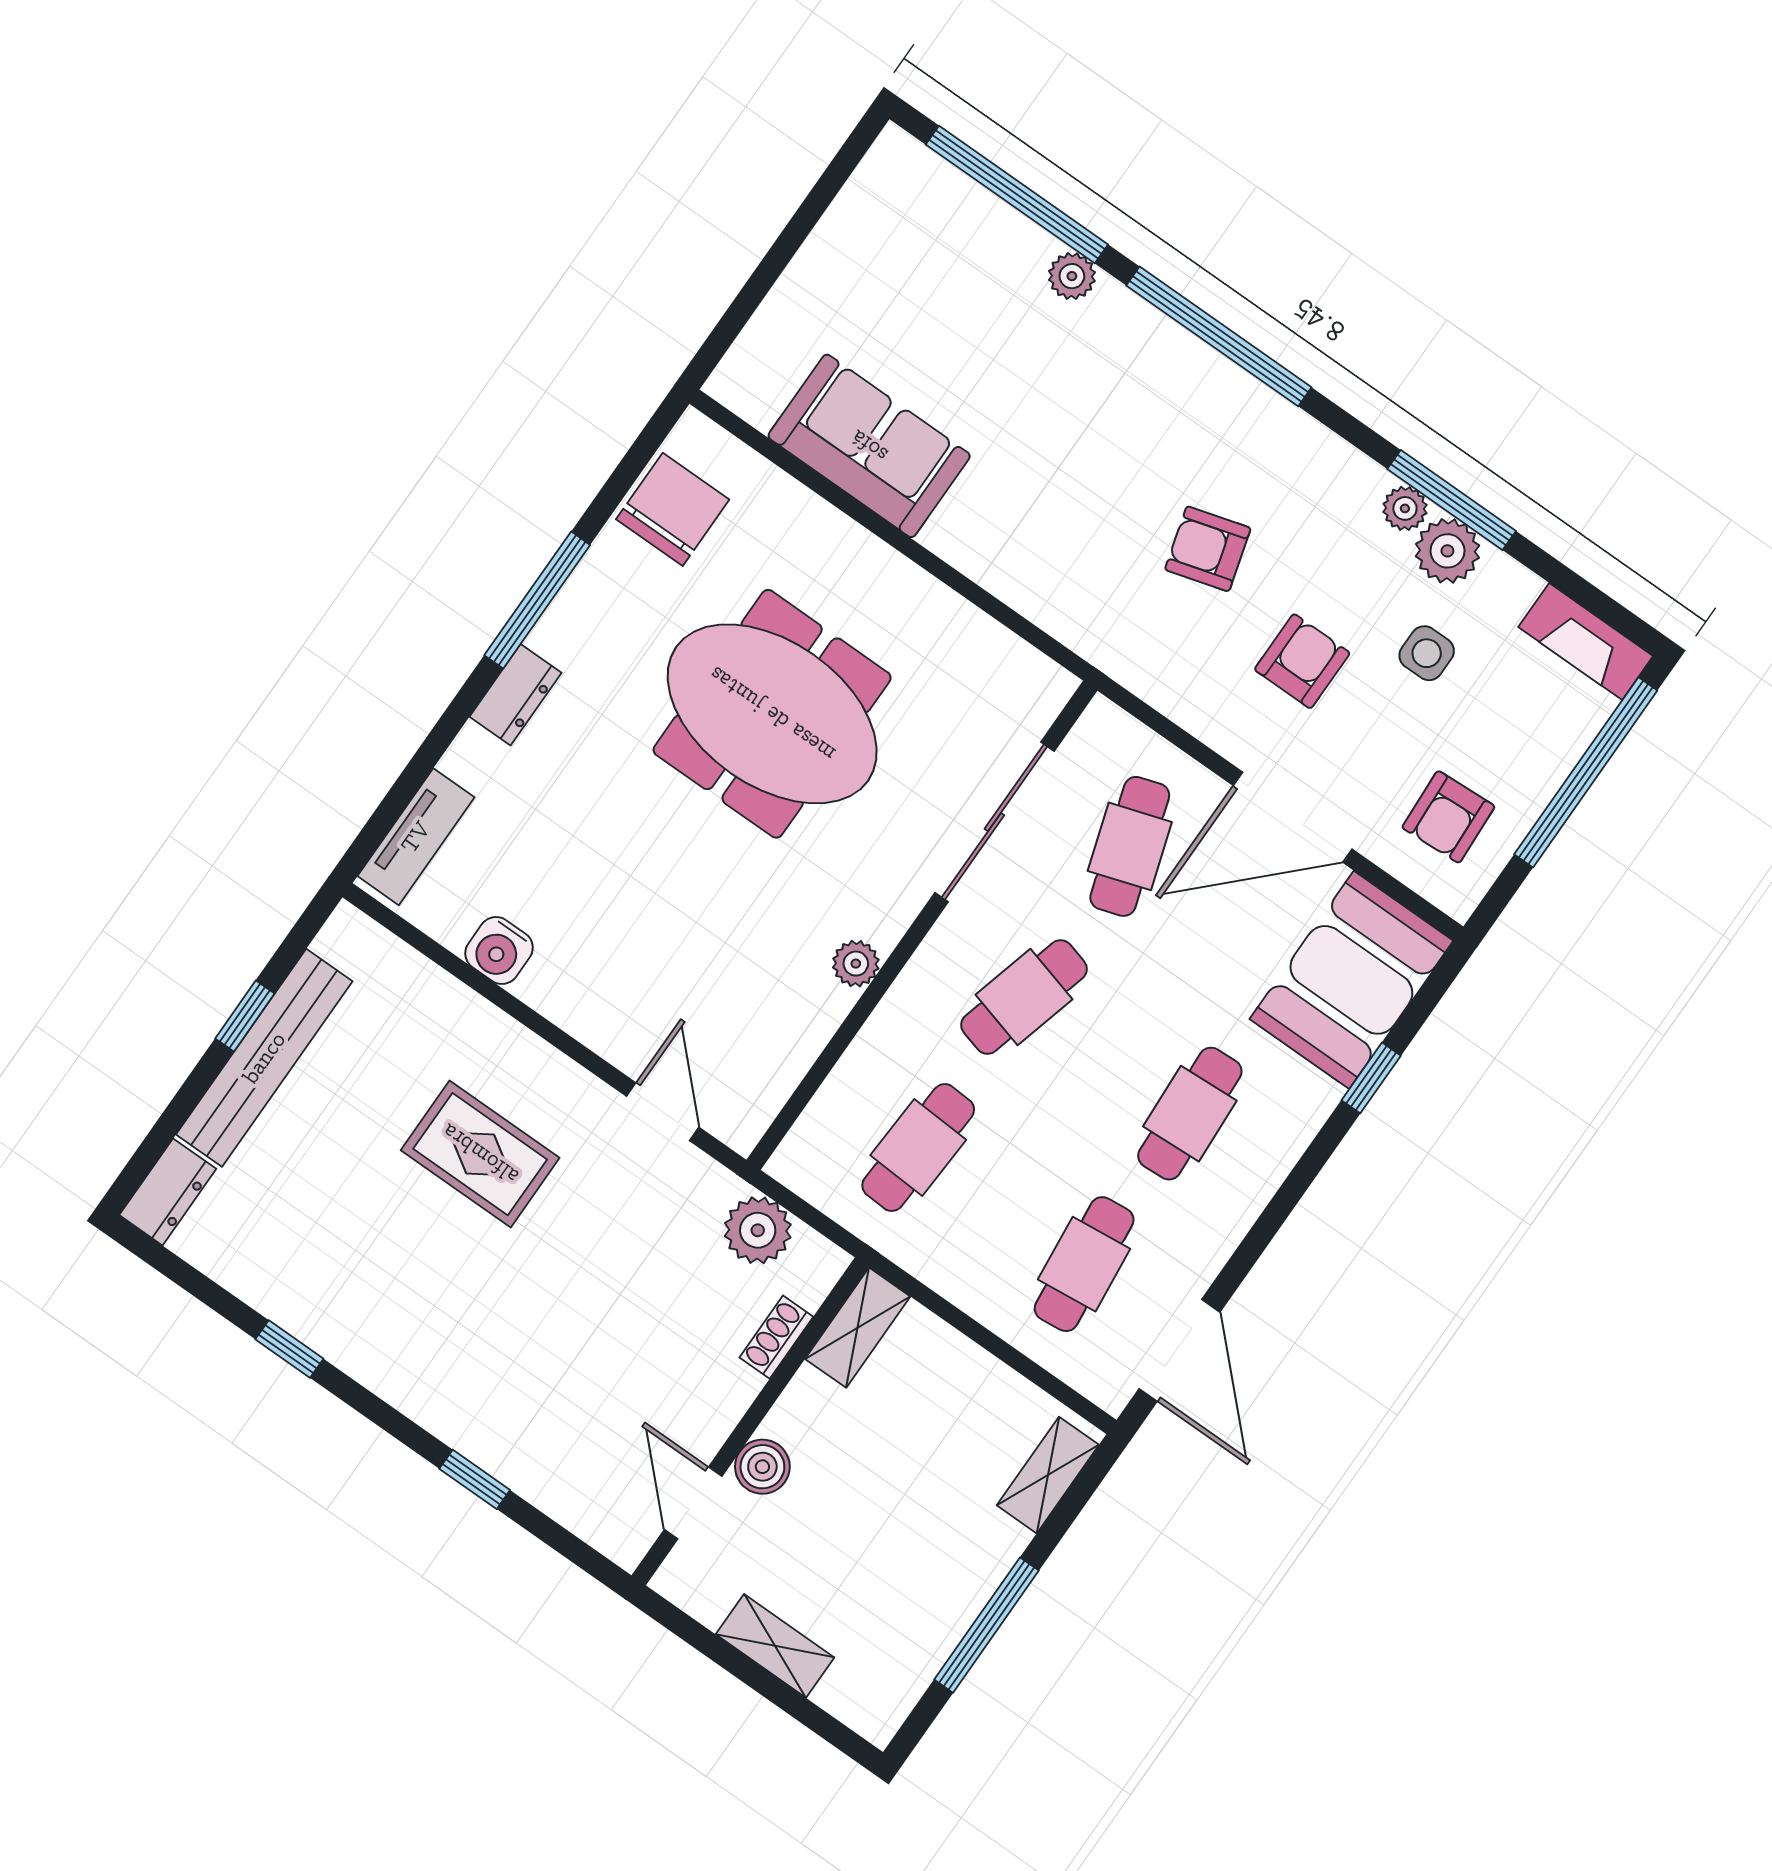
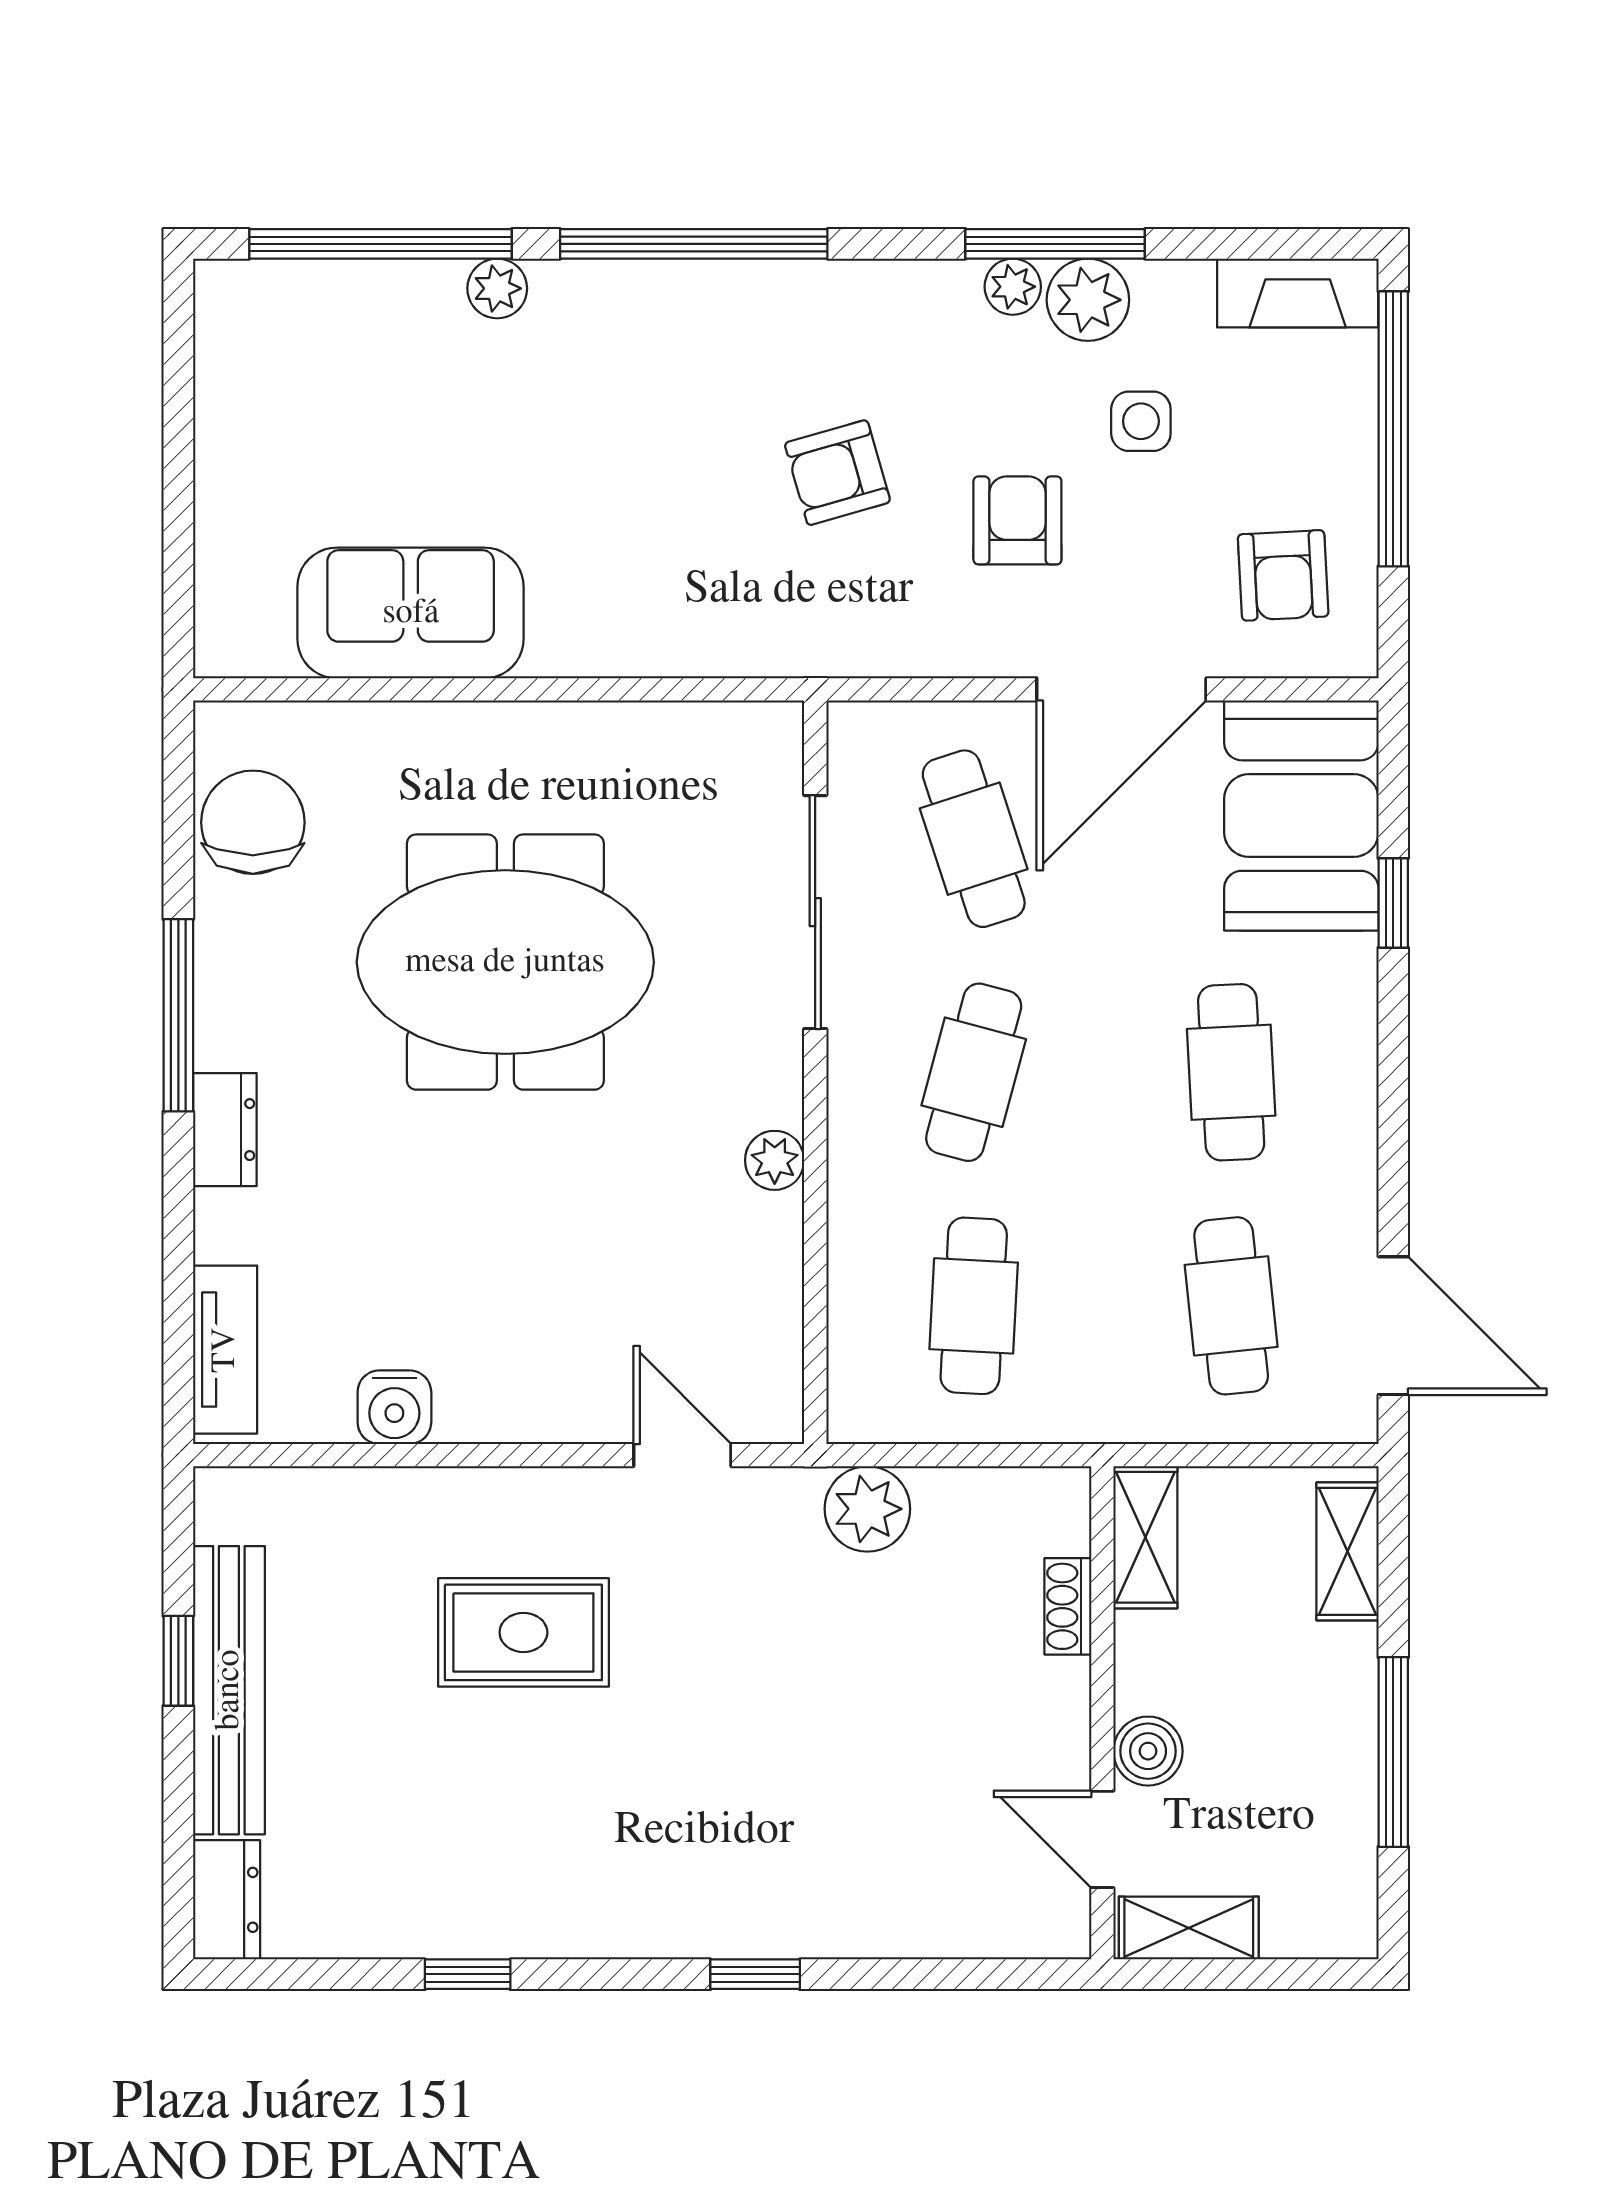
shelving: (858, 1328) -> (1145, 1537), moved
shoe rack: (776, 1337) -> (1068, 1606), moved
wall: (750, 1421) -> (1102, 1713), moved
boiler: (762, 1467) -> (1148, 1751), moved
door: (693, 1503) -> (1102, 1839), moved

